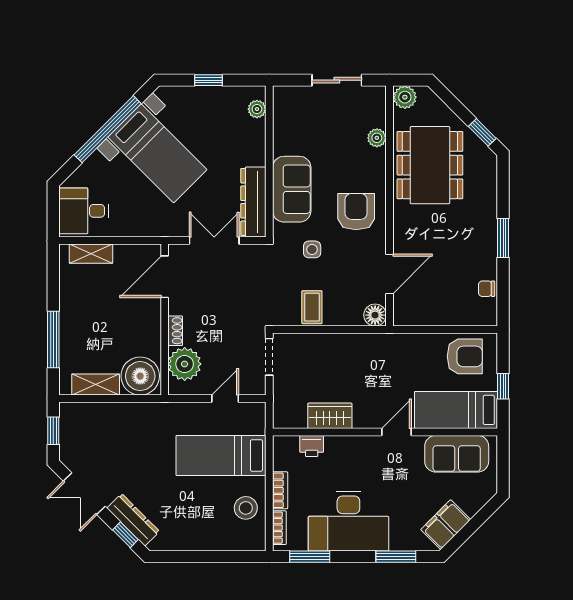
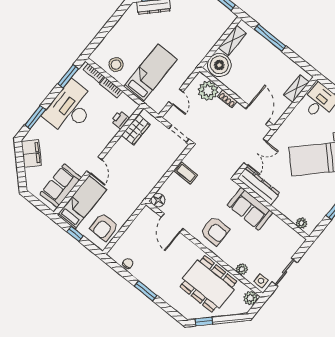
side table: (312, 249) -> (261, 281), moved
wardrobe: (330, 416) -> (136, 130), moved

